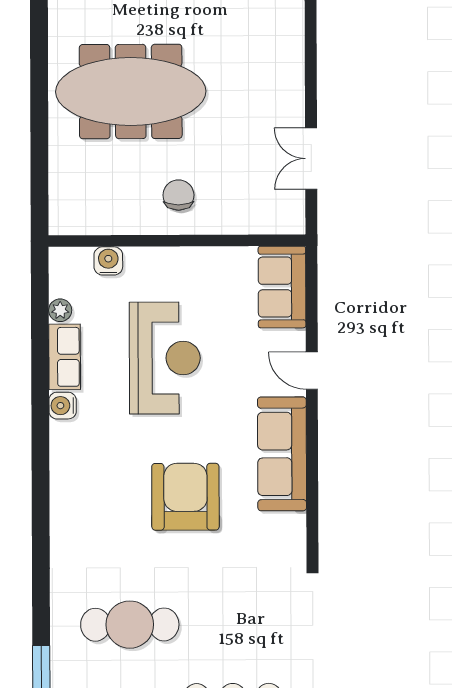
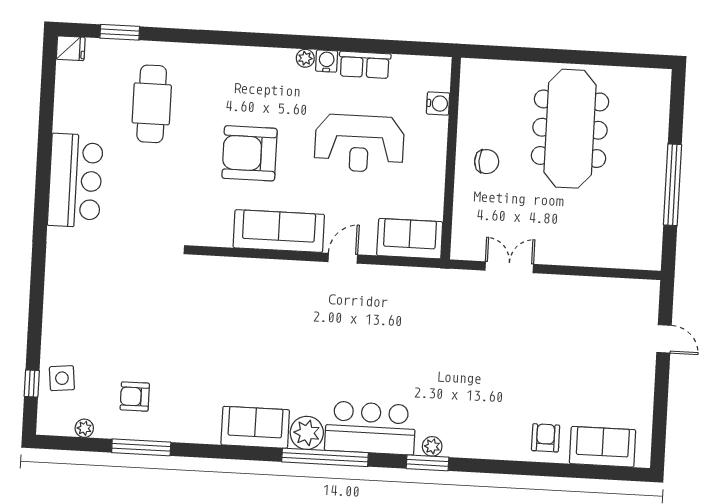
plant: (60, 310) -> (305, 58), moved
armchair: (185, 497) -> (250, 153), turned 180

